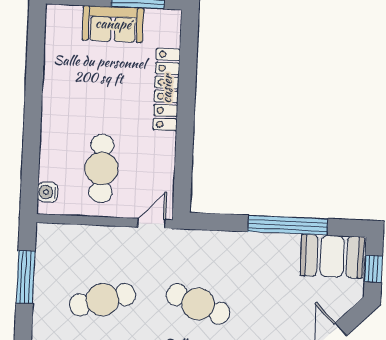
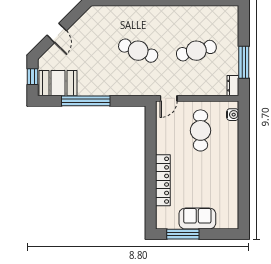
dresser: (45, 240) -> (233, 86), added

